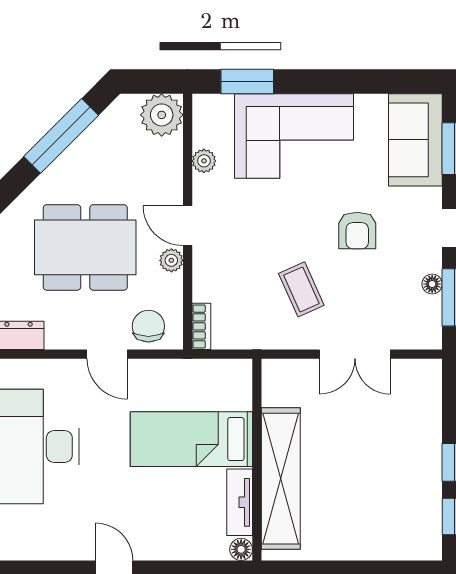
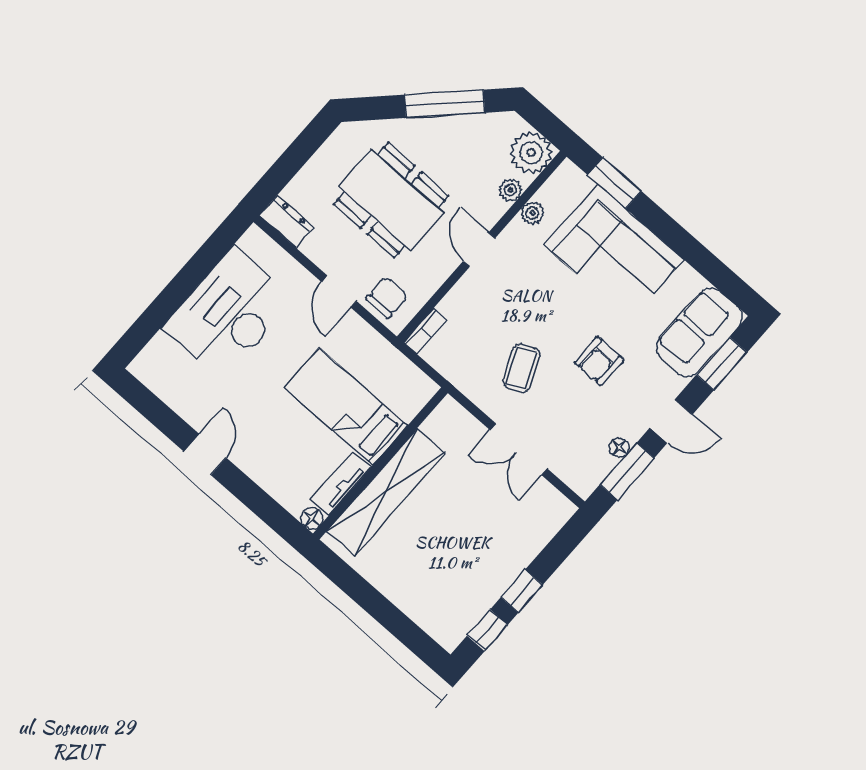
plant: (171, 260) -> (511, 190), moved

